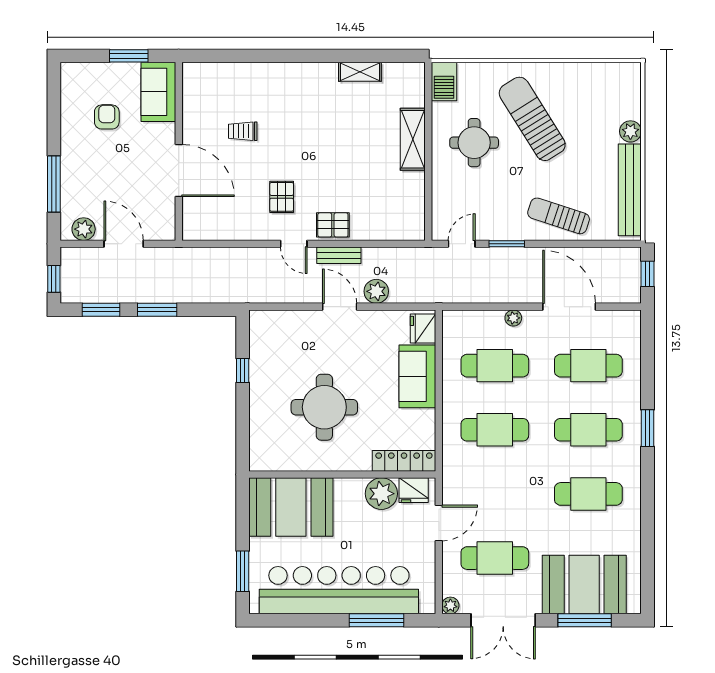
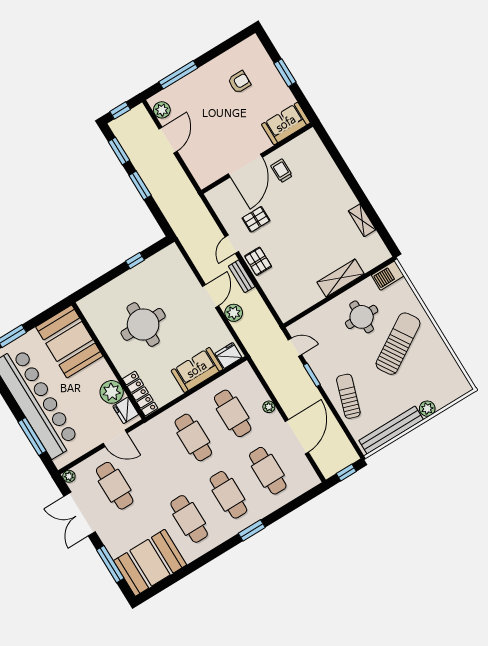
sofa: (158, 92) -> (286, 124), moved
wall: (179, 151) -> (257, 158), moved
door: (179, 171) -> (245, 166), moved
booth: (584, 585) -> (150, 563), moved, turned 90

